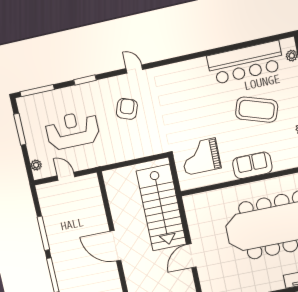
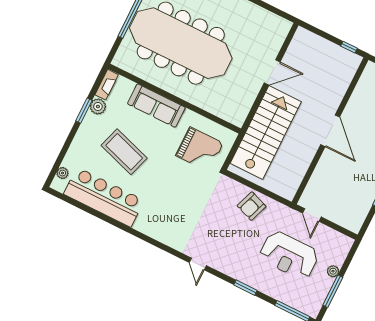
armchair: (127, 109) -> (252, 206), moved
plant: (36, 165) -> (333, 271), moved
sofa: (252, 165) -> (156, 106), width x1.36
door: (66, 176) -> (312, 215), moved

